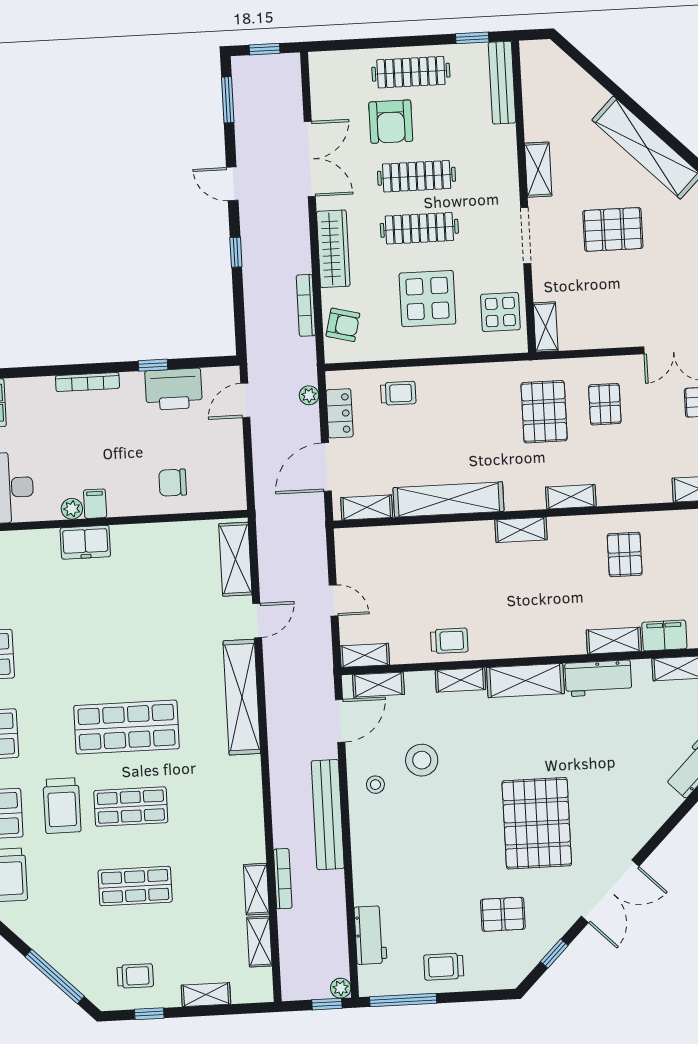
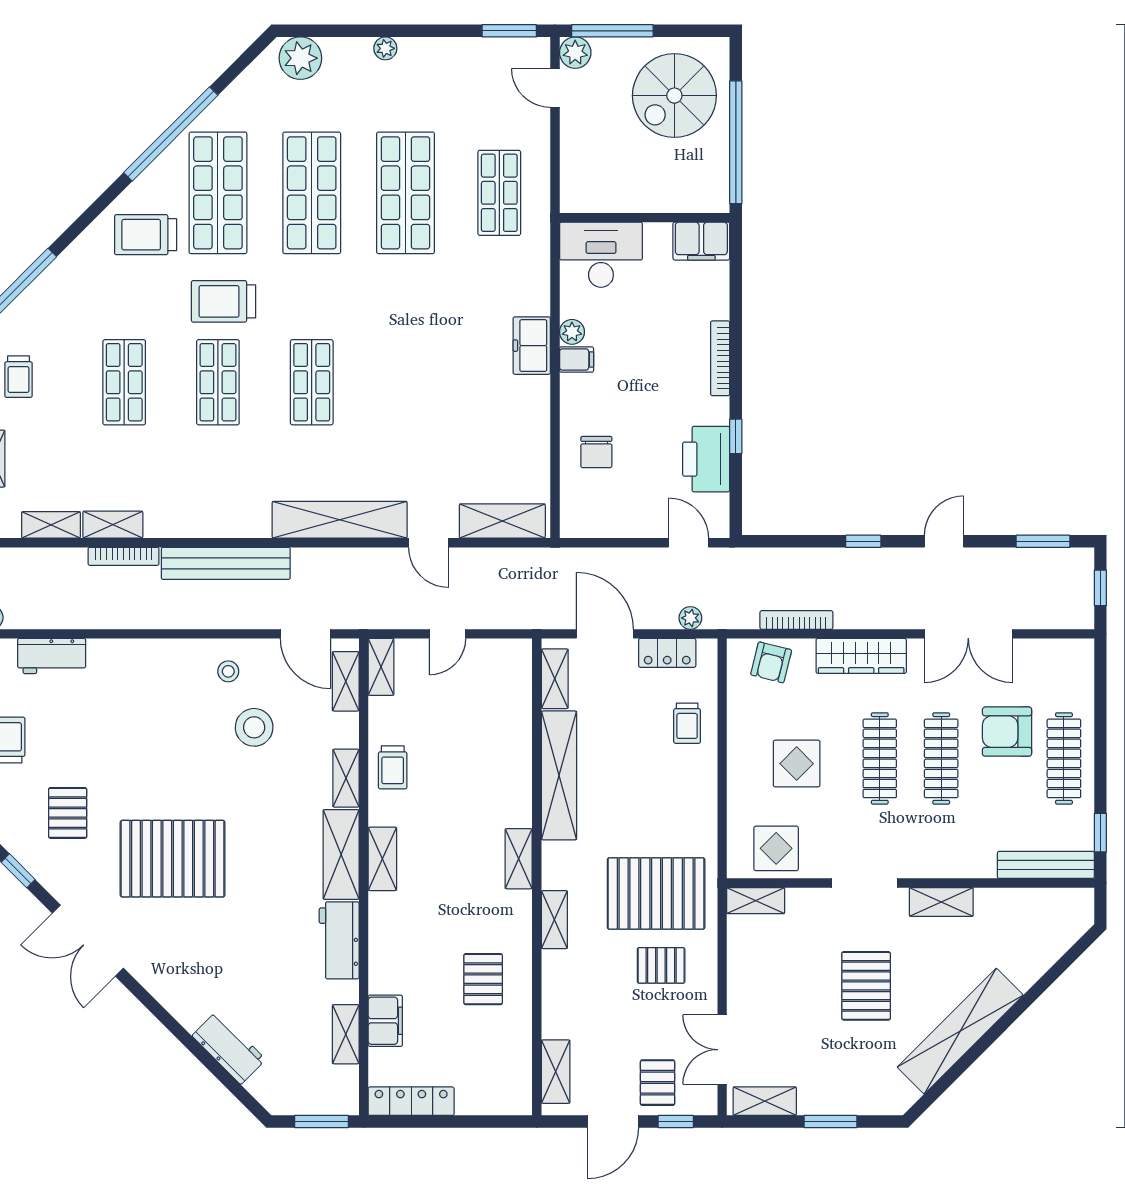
display table: (427, 299) -> (797, 764), width x0.73, depth x0.73
pallet: (544, 412) -> (656, 893), width x1.37, depth x1.41
chair: (173, 483) -> (596, 452), turned 180
pallet: (625, 554) -> (483, 979), turned 90
shelving: (614, 641) -> (382, 859), moved
shop shelf: (127, 727) -> (312, 382), width x0.70, depth x0.74
bench: (328, 815) -> (226, 563), moved

